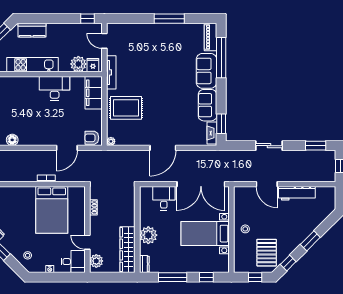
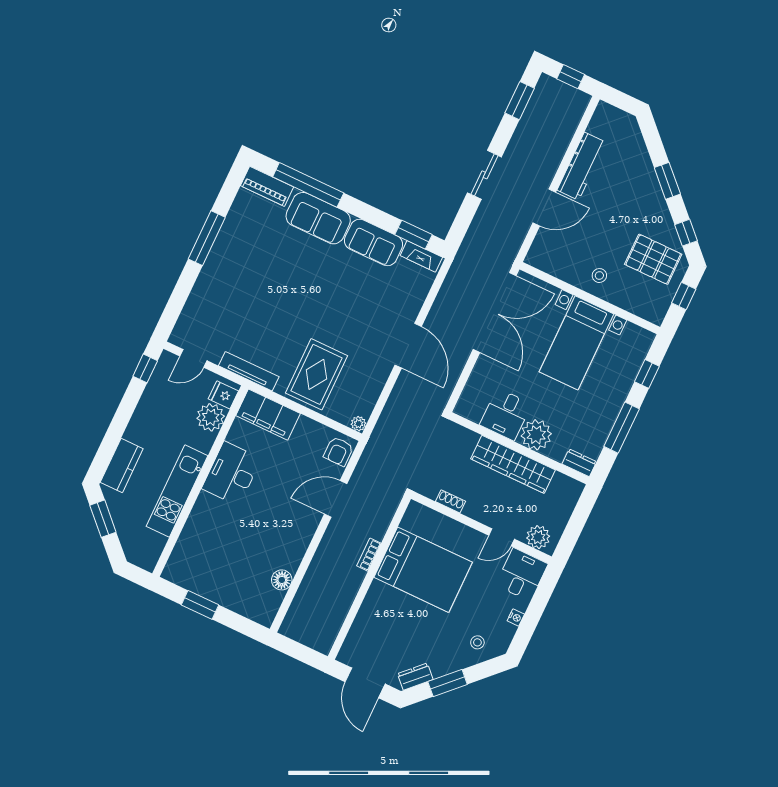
door: (67, 148) -> (336, 499), swing flipped
desk: (164, 198) -> (506, 414), moved, turned -90
wardrobe: (128, 250) -> (513, 464), moved

